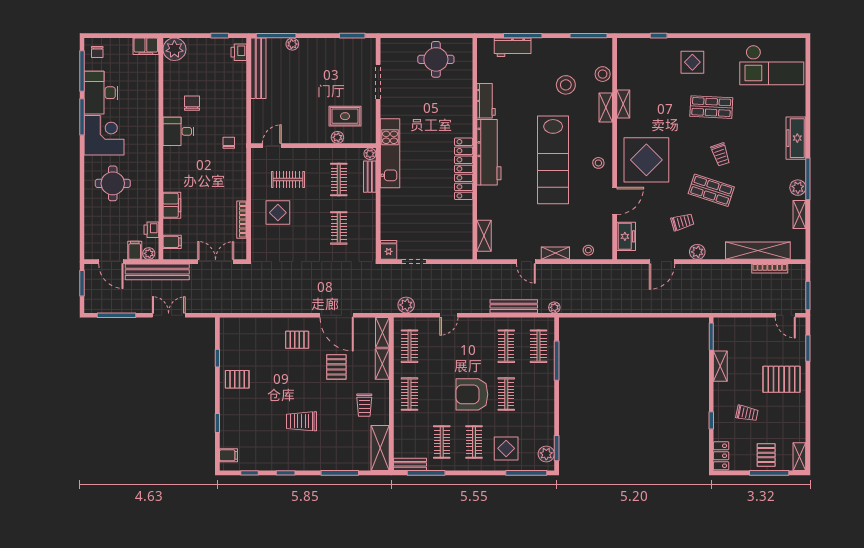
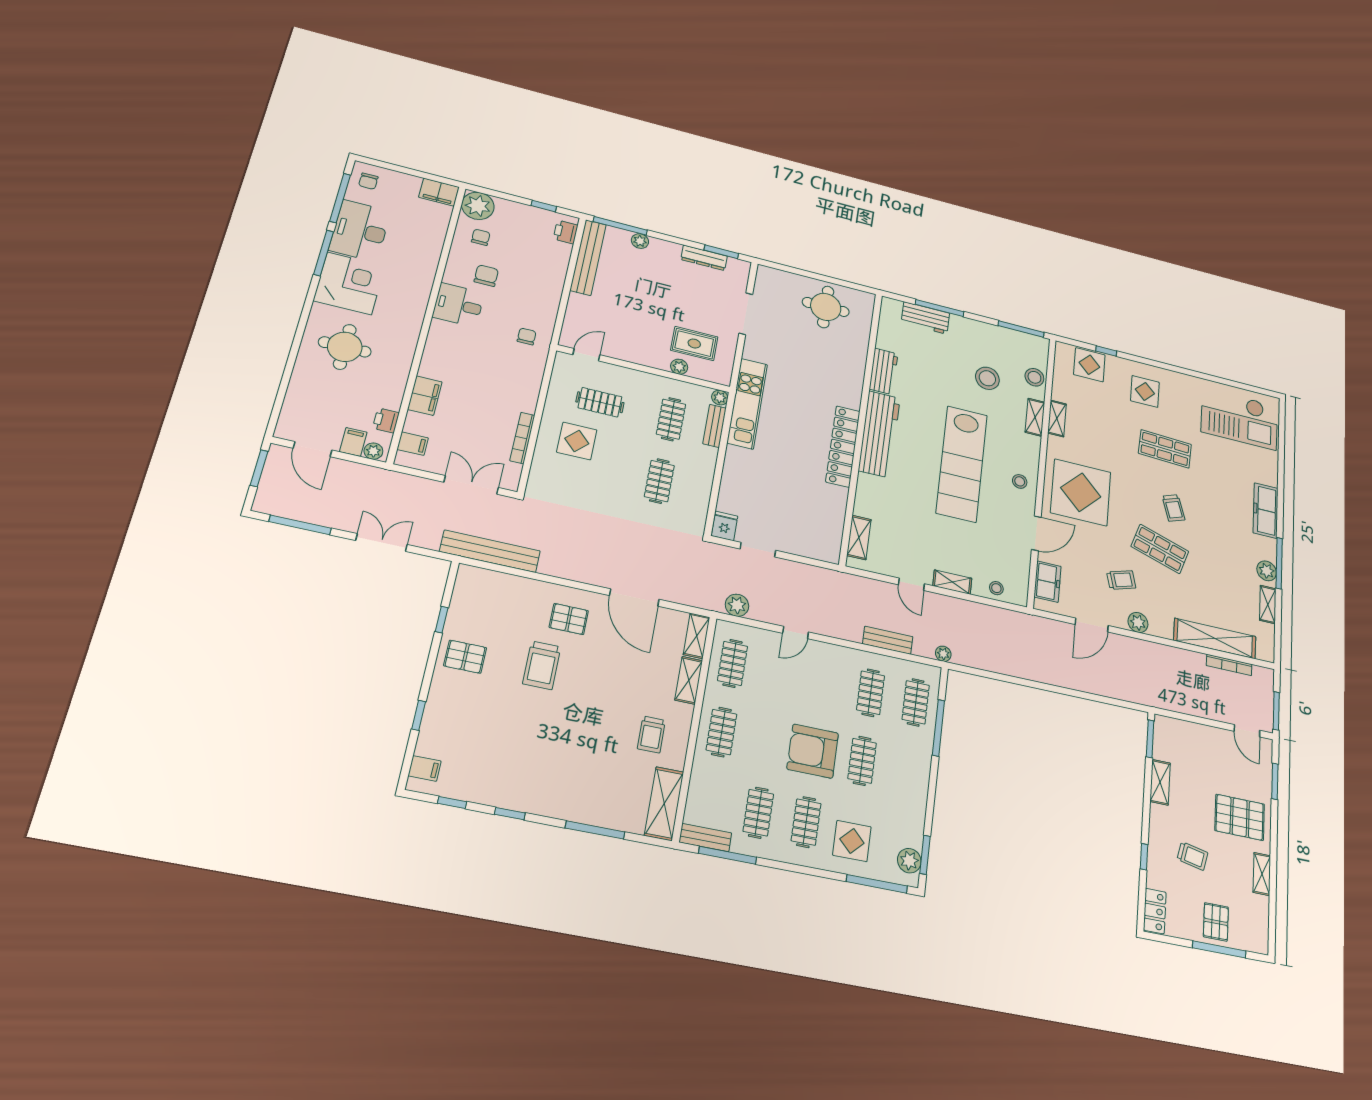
dresser: (341, 44) -> (704, 258), added
display table: (646, 51) -> (1089, 365), added
chair: (182, 74) -> (481, 237), added
bench: (157, 272) -> (490, 551), moved
bench: (514, 306) -> (888, 640), width x0.73
pallet: (336, 367) -> (620, 670), removed
trolley: (302, 421) -> (542, 665), moved, turned -90
shelving: (799, 457) -> (1262, 874), moved

